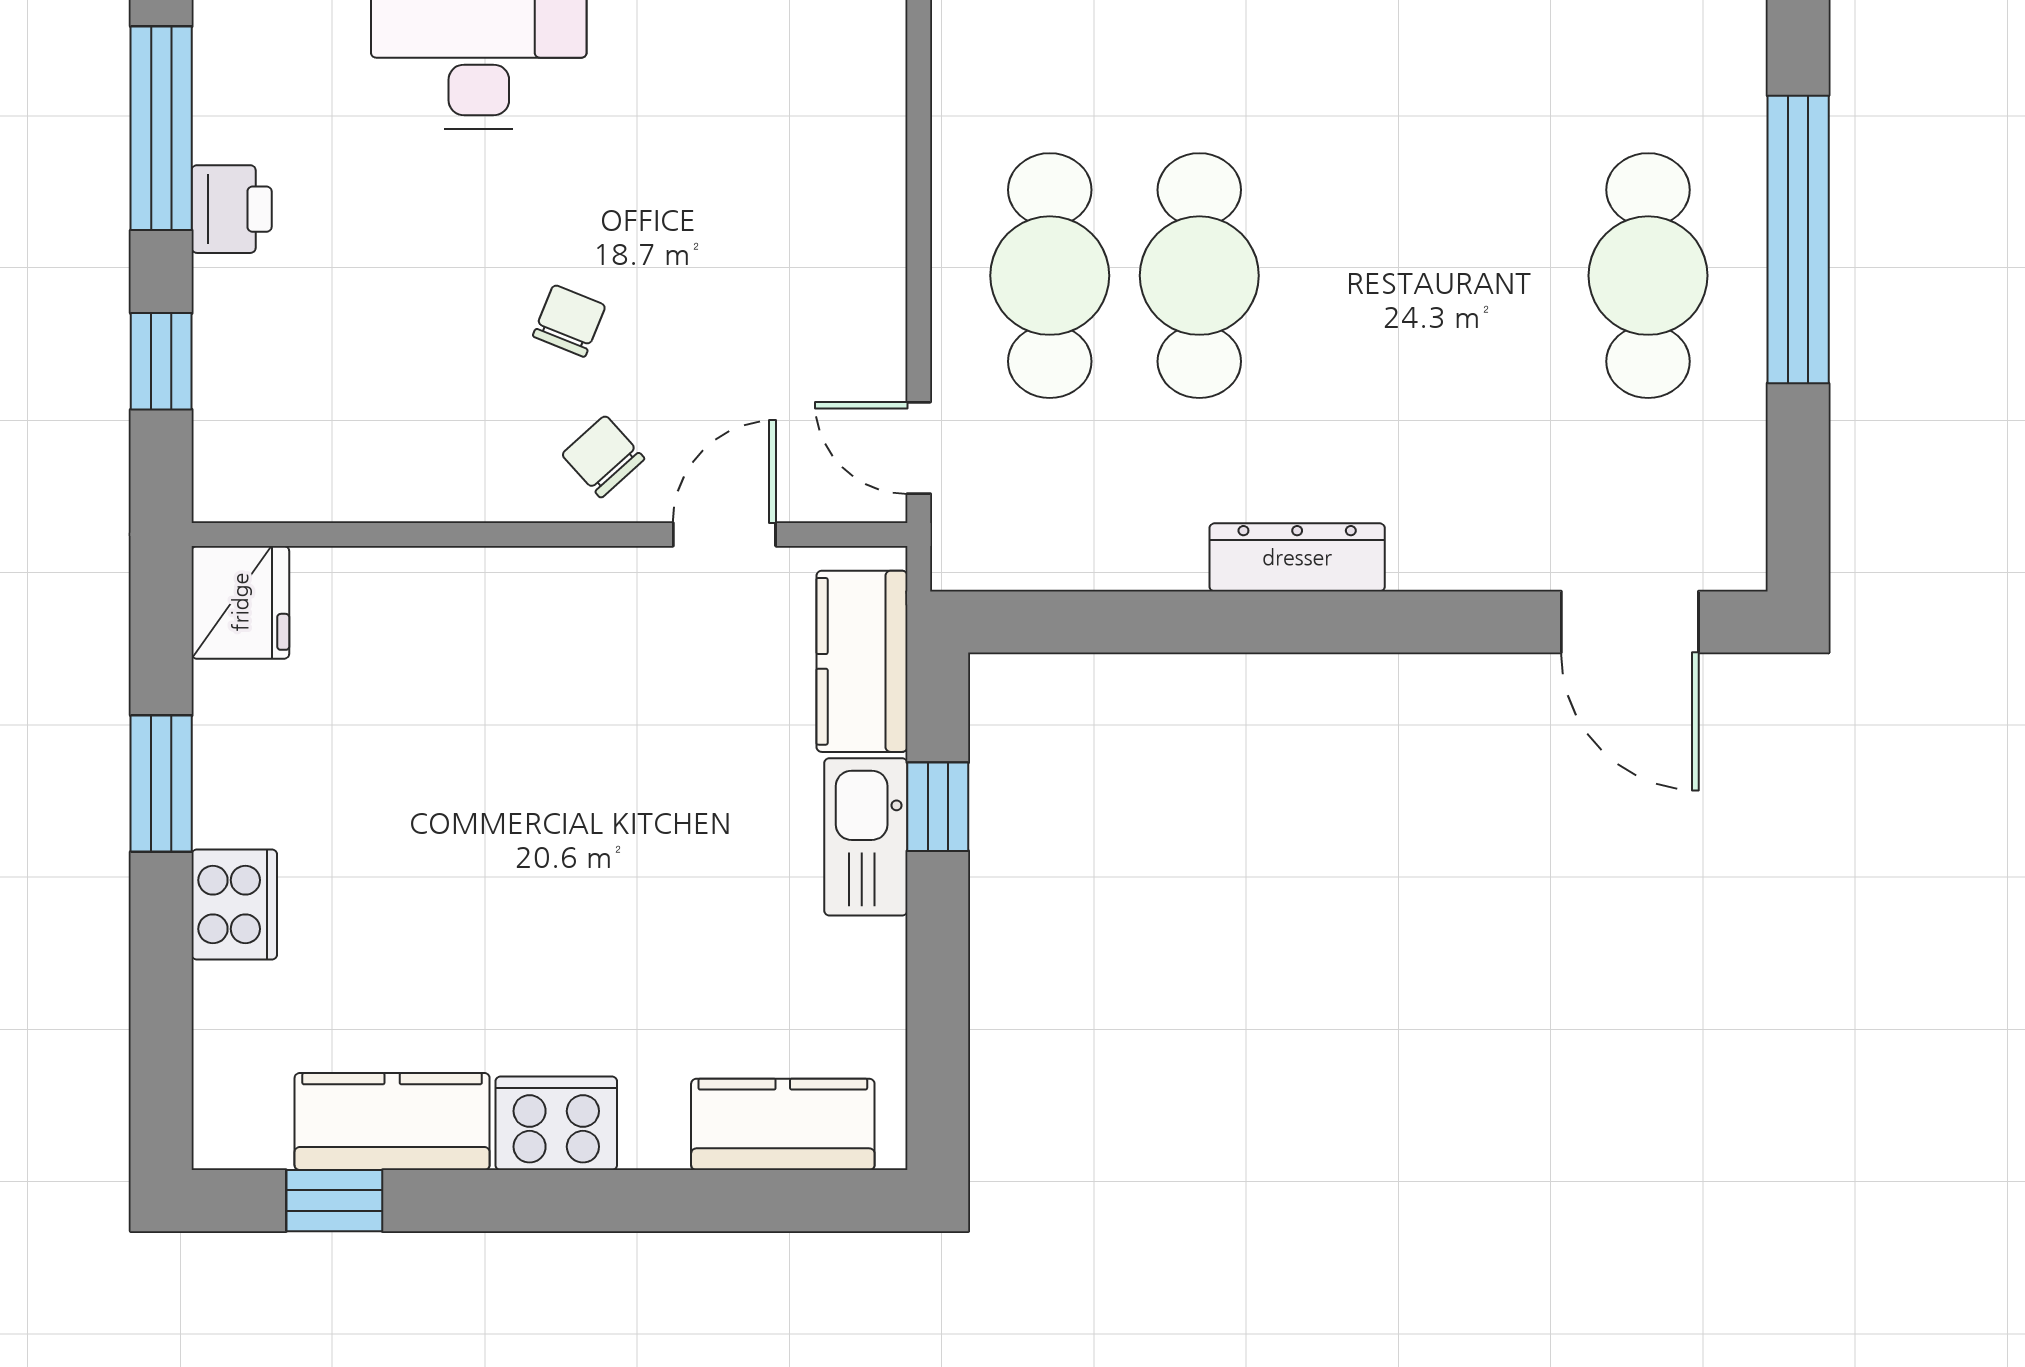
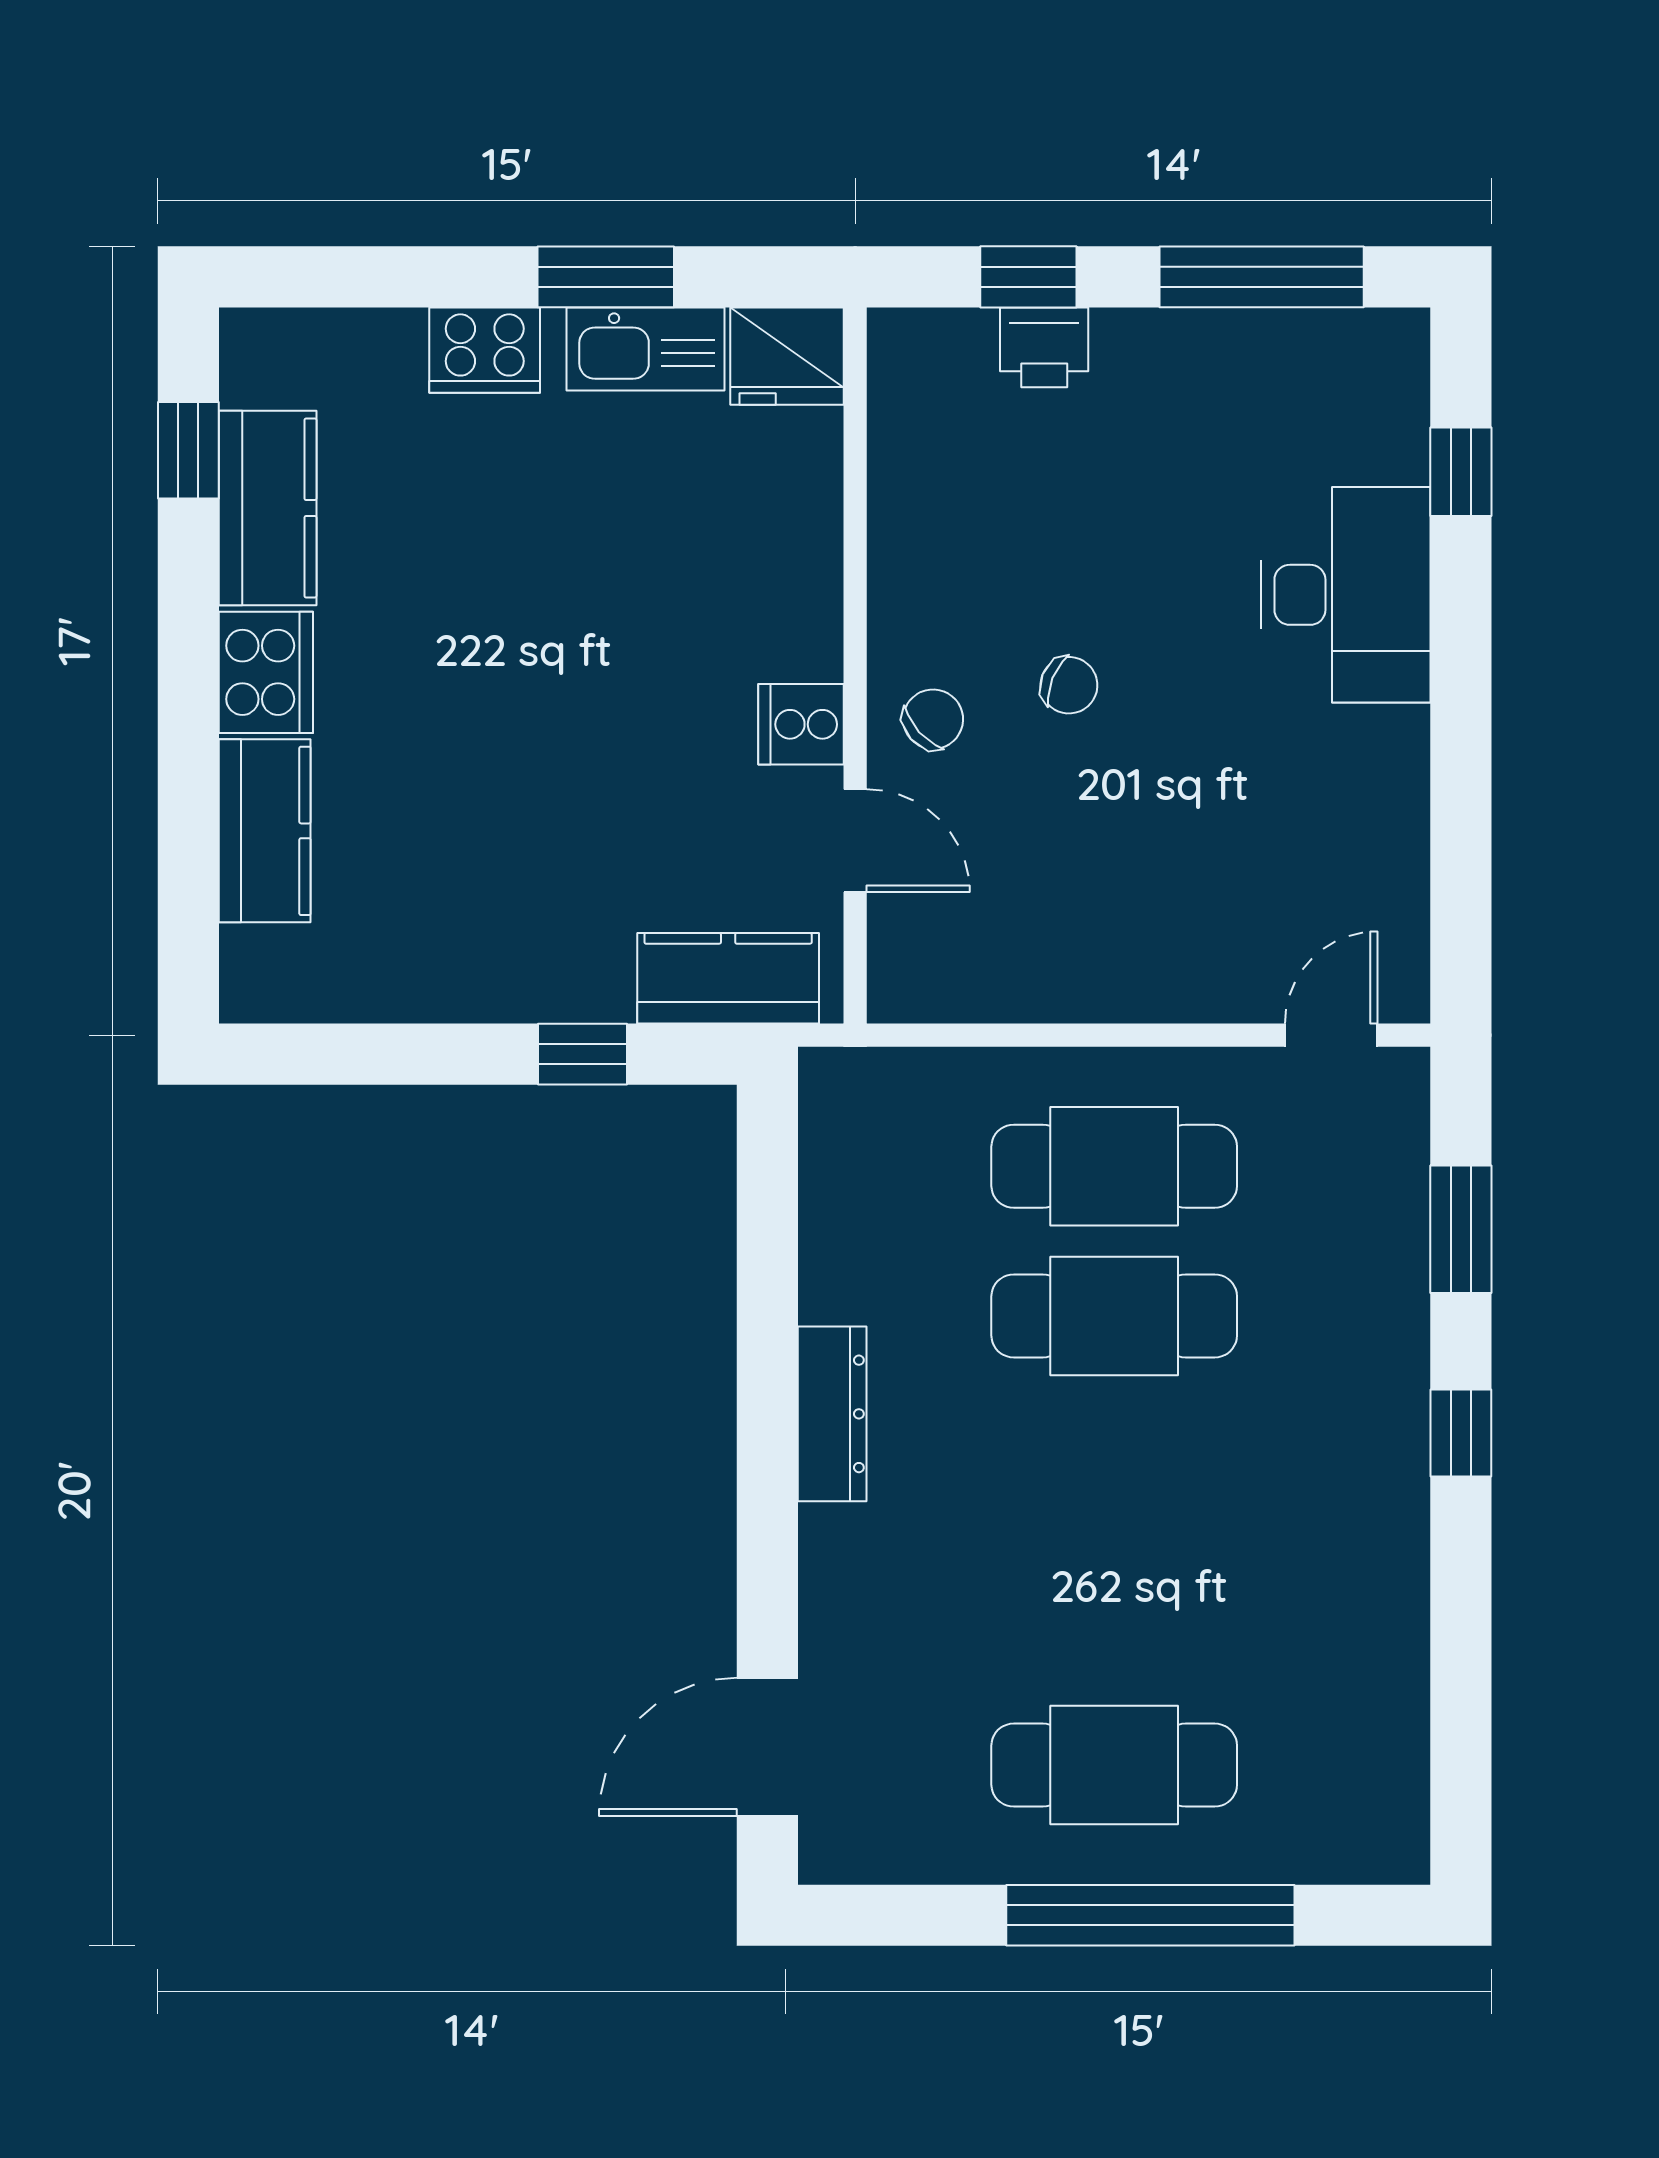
printer: (232, 209) -> (1044, 347), moved
door: (919, 448) -> (1331, 1035), moved
cooker: (608, 588) -> (801, 724), added
kitchen sink: (866, 837) -> (646, 349), moved, turned 180
kitchen counter: (783, 1124) -> (265, 831), moved

